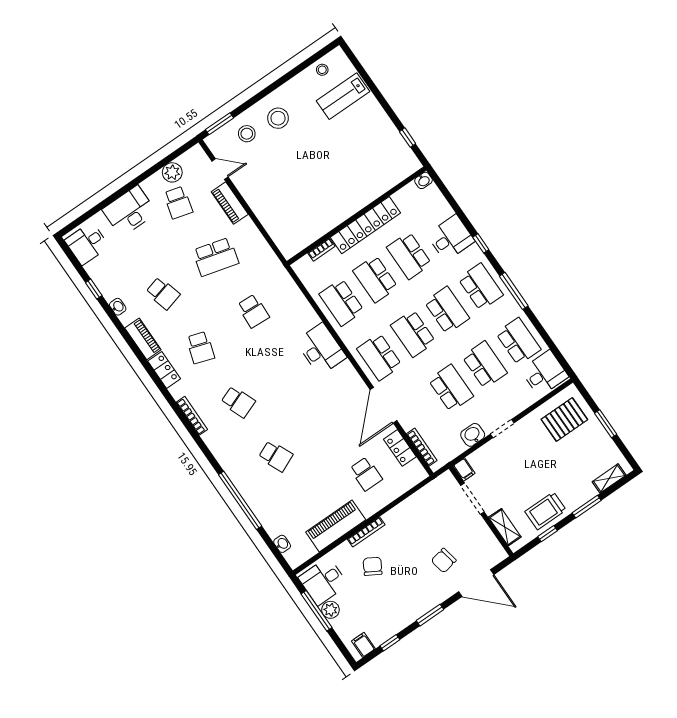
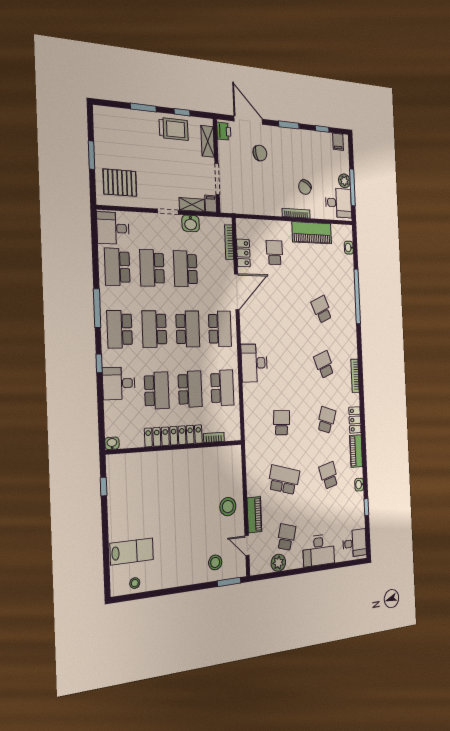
stool: (278, 118) -> (228, 507), moved
shelving: (609, 478) -> (192, 205), moved
printer: (495, 551) -> (224, 131), added

